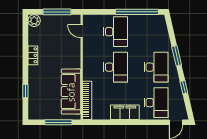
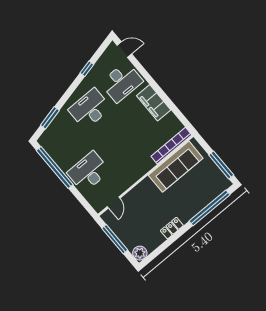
window: (177, 56) -> (50, 118), moved
desk: (116, 67) -> (120, 145), removed
window: (25, 91) -> (209, 208), width x3.17
desk: (156, 103) -> (122, 82), turned 180
window: (58, 122) -> (221, 165), moved

